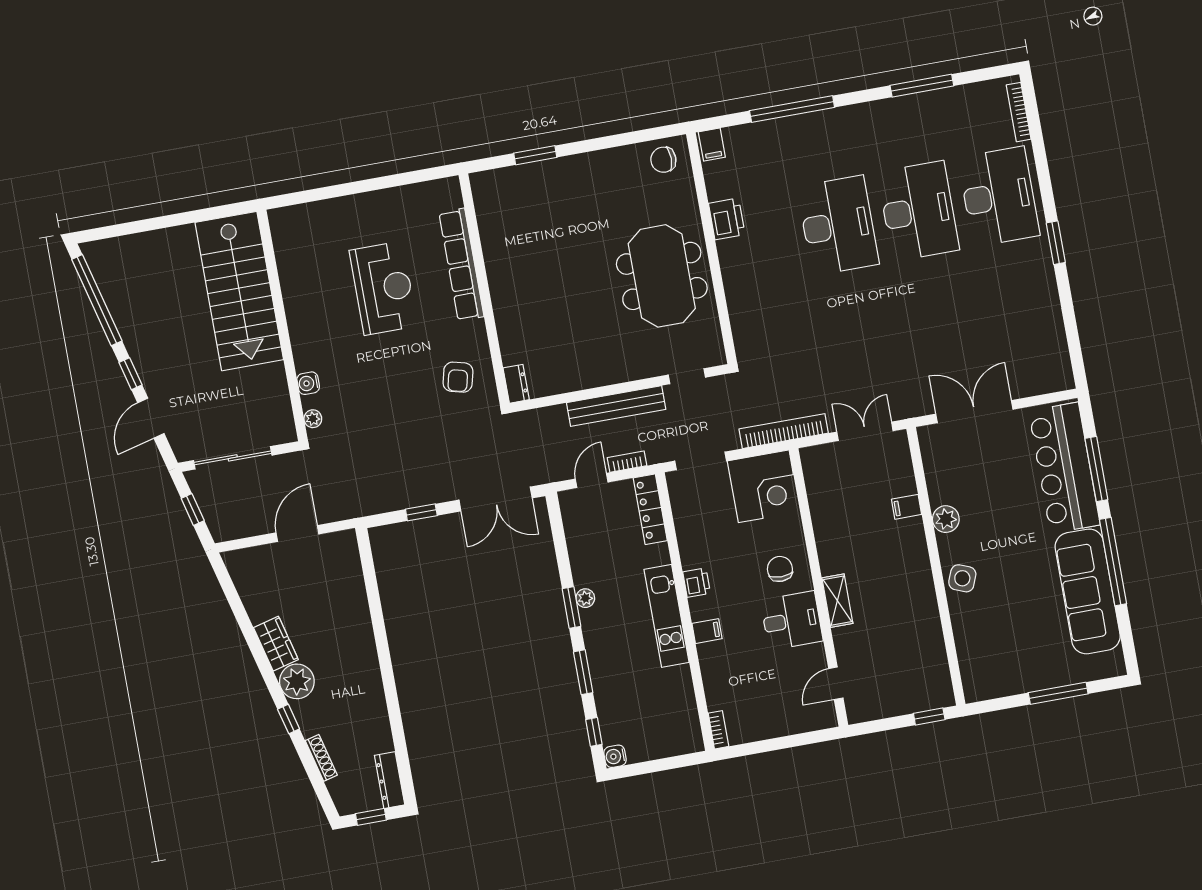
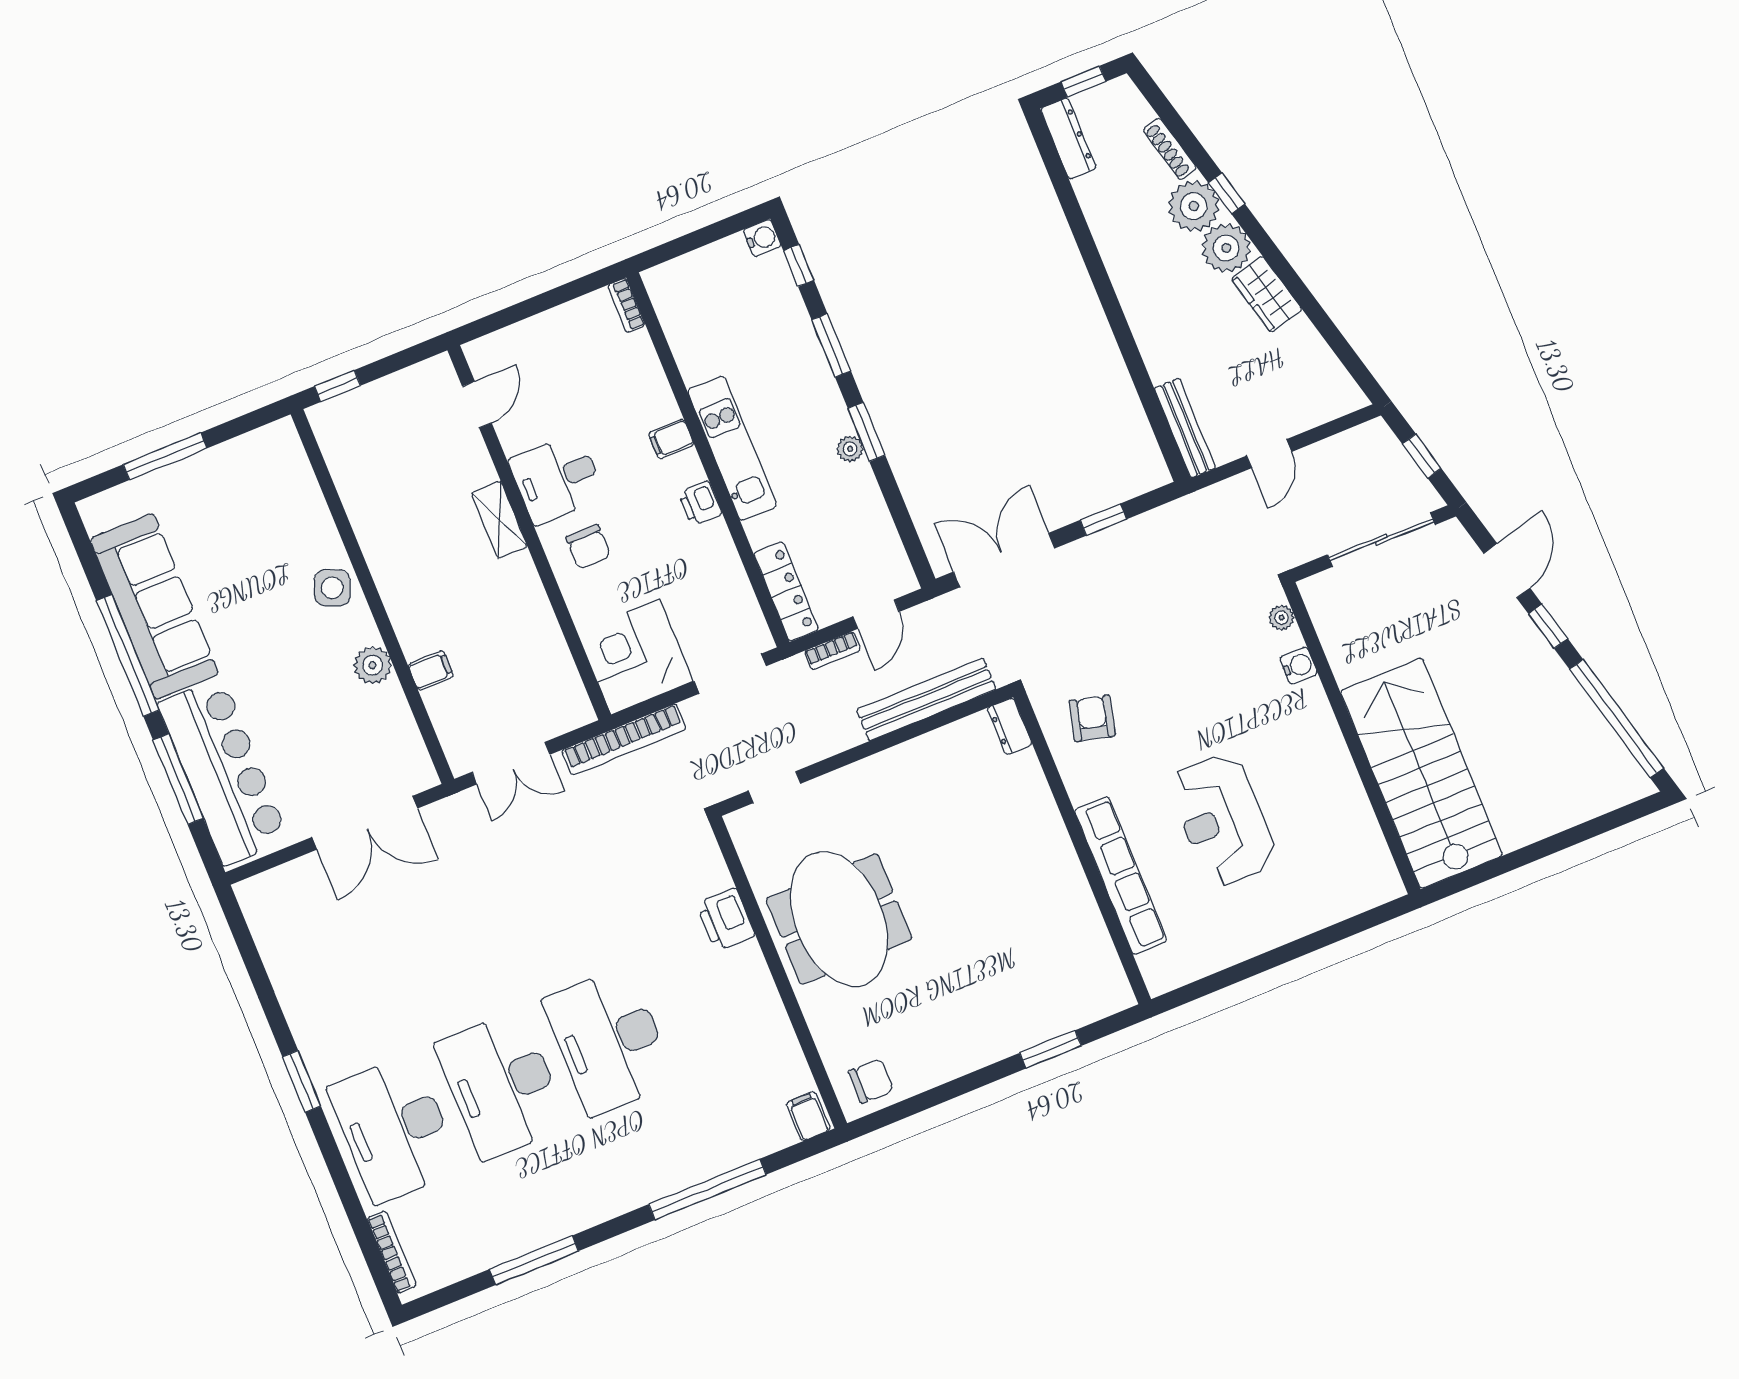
printer: (727, 219) -> (726, 920), moved
bench: (616, 406) -> (926, 699), moved
door: (297, 533) -> (1269, 454), width x0.73
bench: (352, 563) -> (1185, 428), added
plant: (313, 715) -> (1194, 206), added

